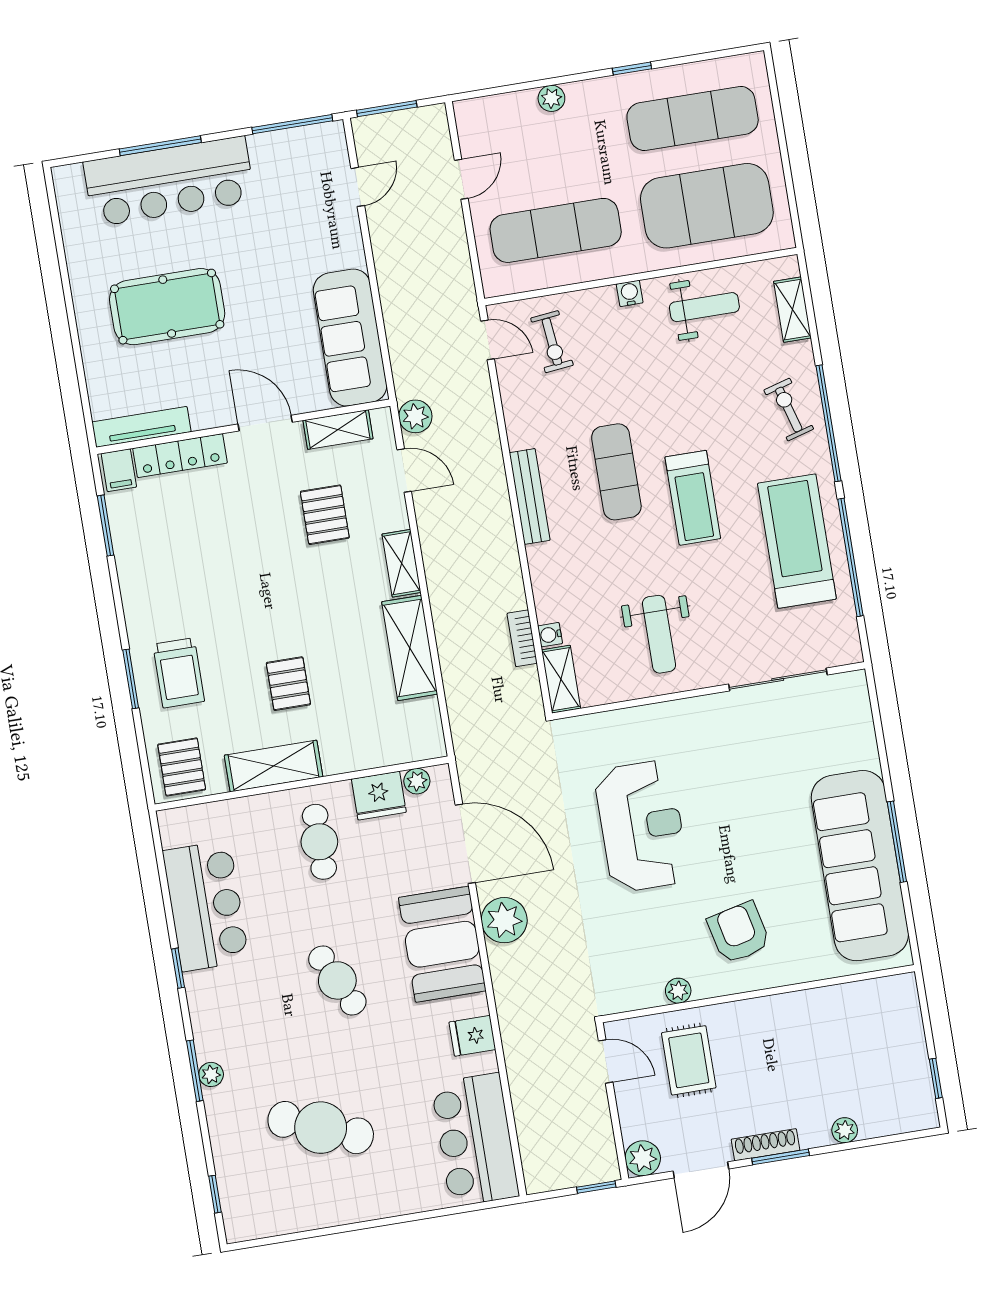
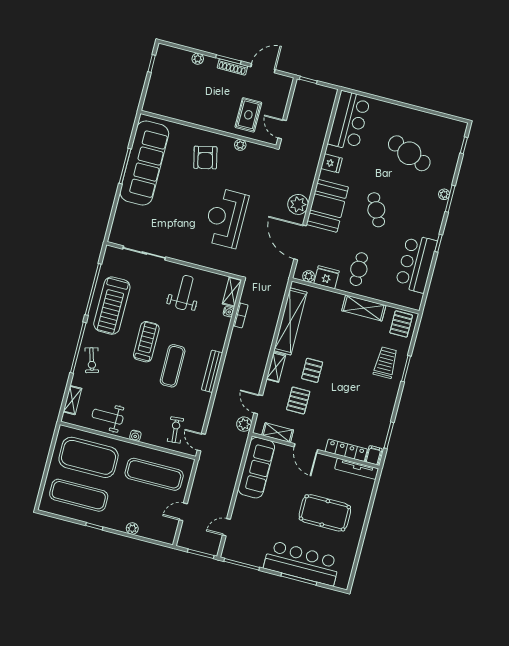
shelving: (410, 648) -> (290, 321), width x1.47
pallet: (288, 684) -> (312, 370), moved
plant: (643, 1158) -> (284, 83), removed

